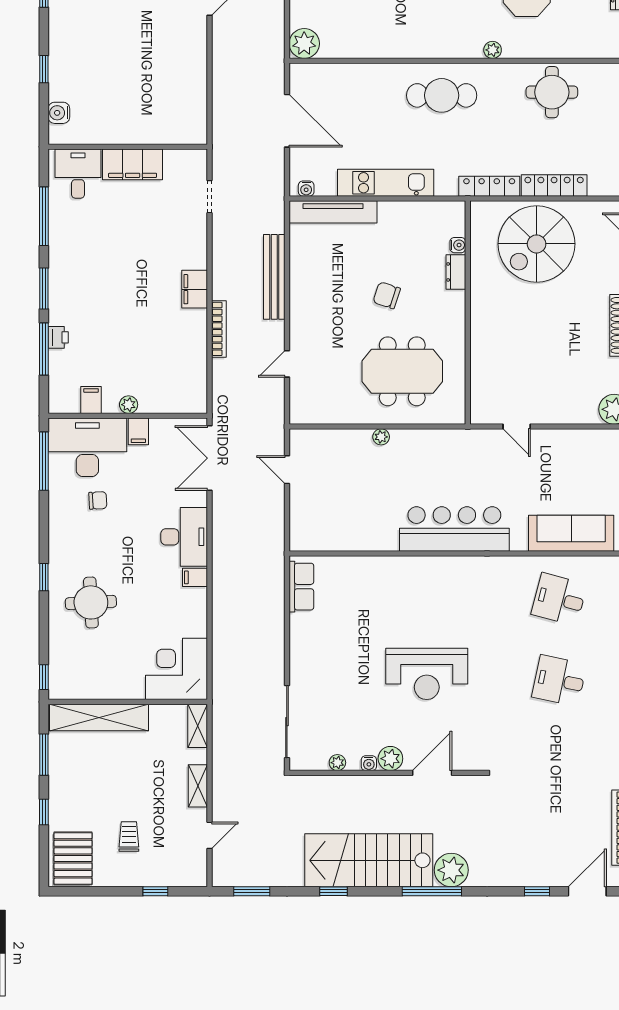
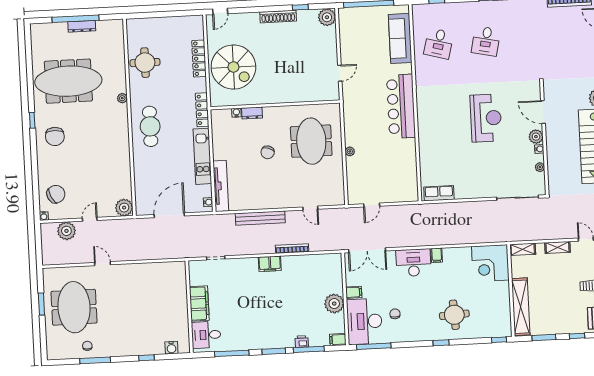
locker: (489, 186) -> (202, 110), moved
filing cabinet: (91, 400) -> (338, 340), moved
plant: (129, 405) -> (334, 304), width x1.87, depth x1.87

